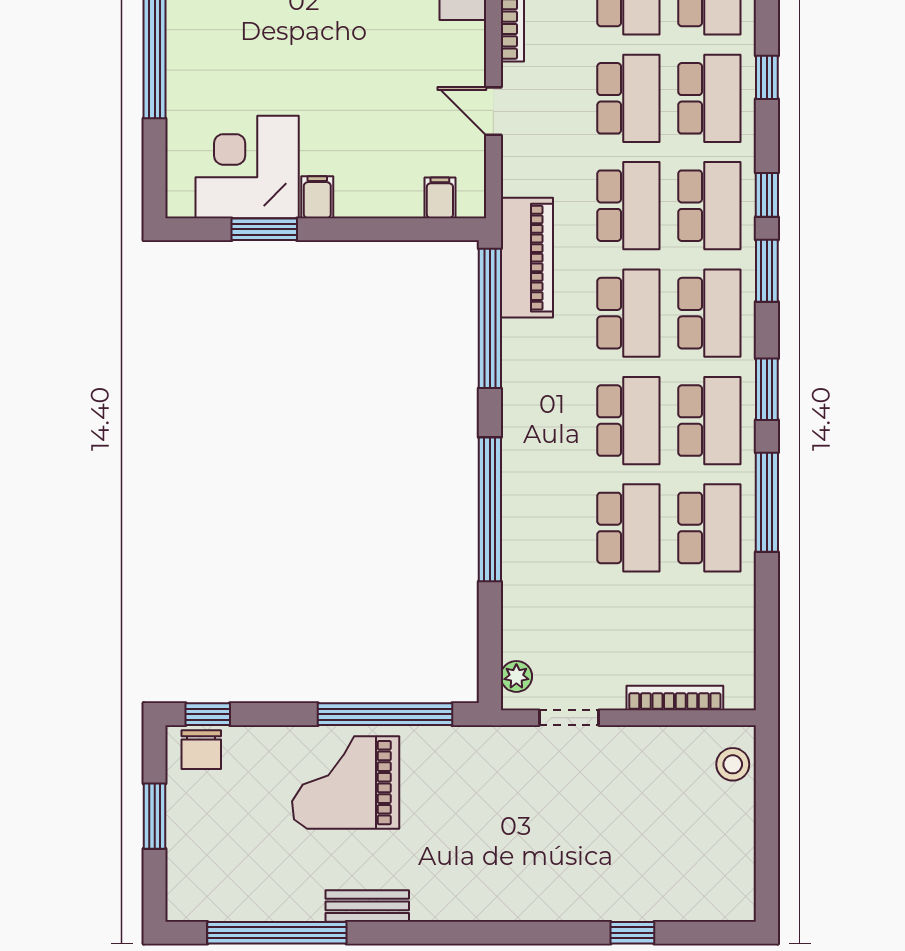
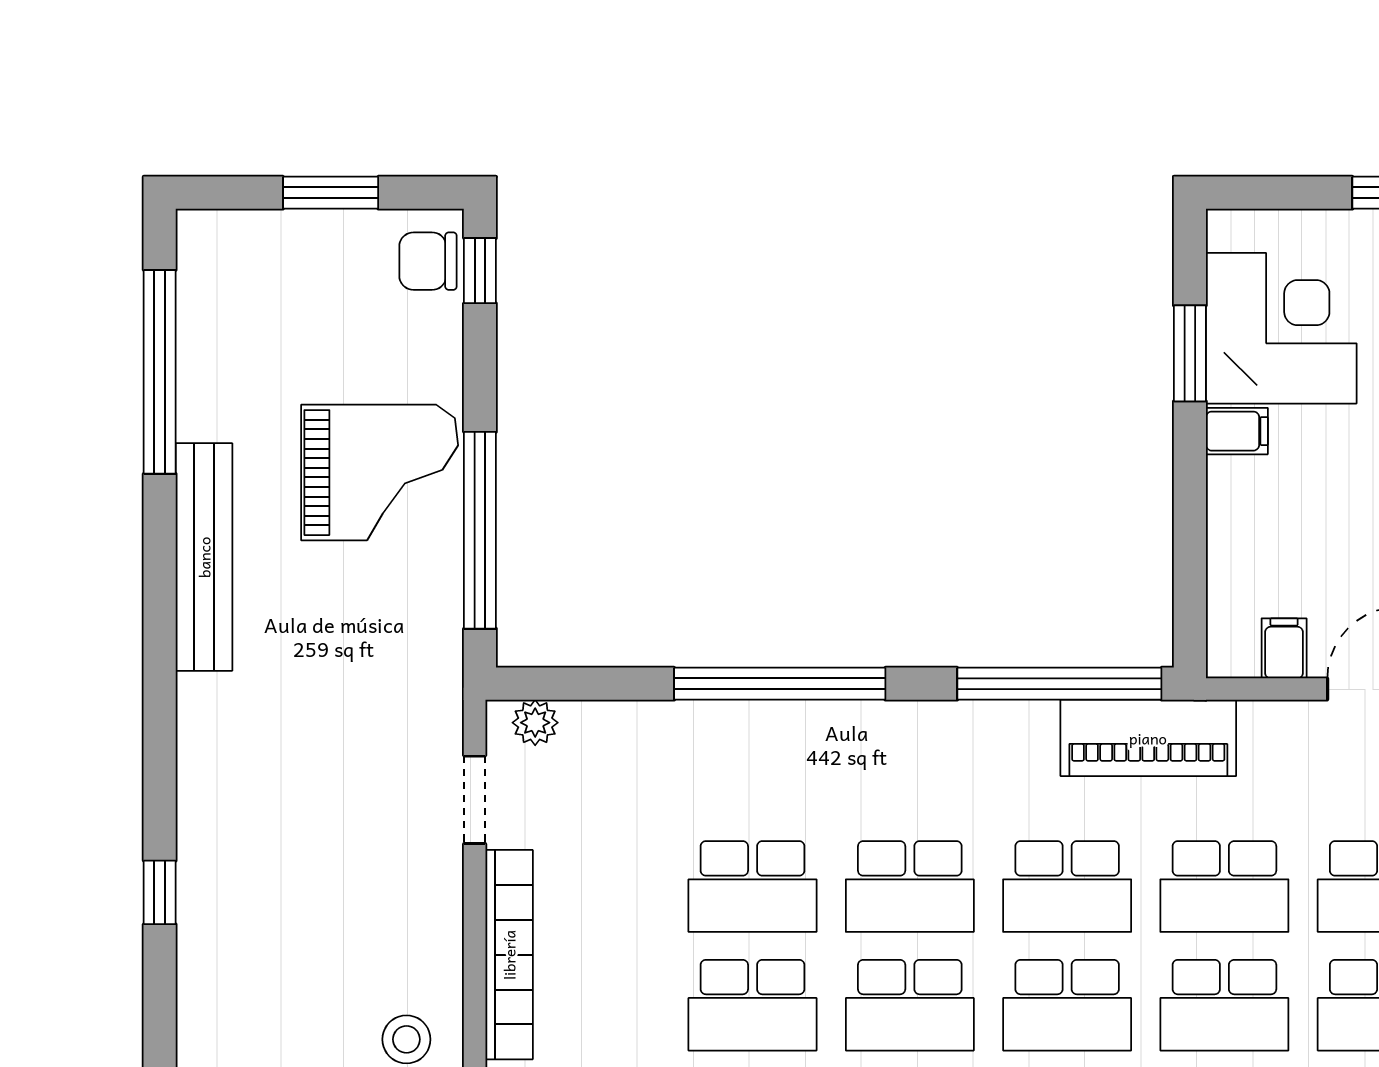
filing cabinet: (440, 198) -> (1284, 648), moved, turned -90
bookcase: (675, 698) -> (509, 955), width x1.48, depth x1.31
grand piano: (346, 783) -> (380, 473), turned 90
bench: (367, 906) -> (204, 557), width x1.86, depth x1.21

